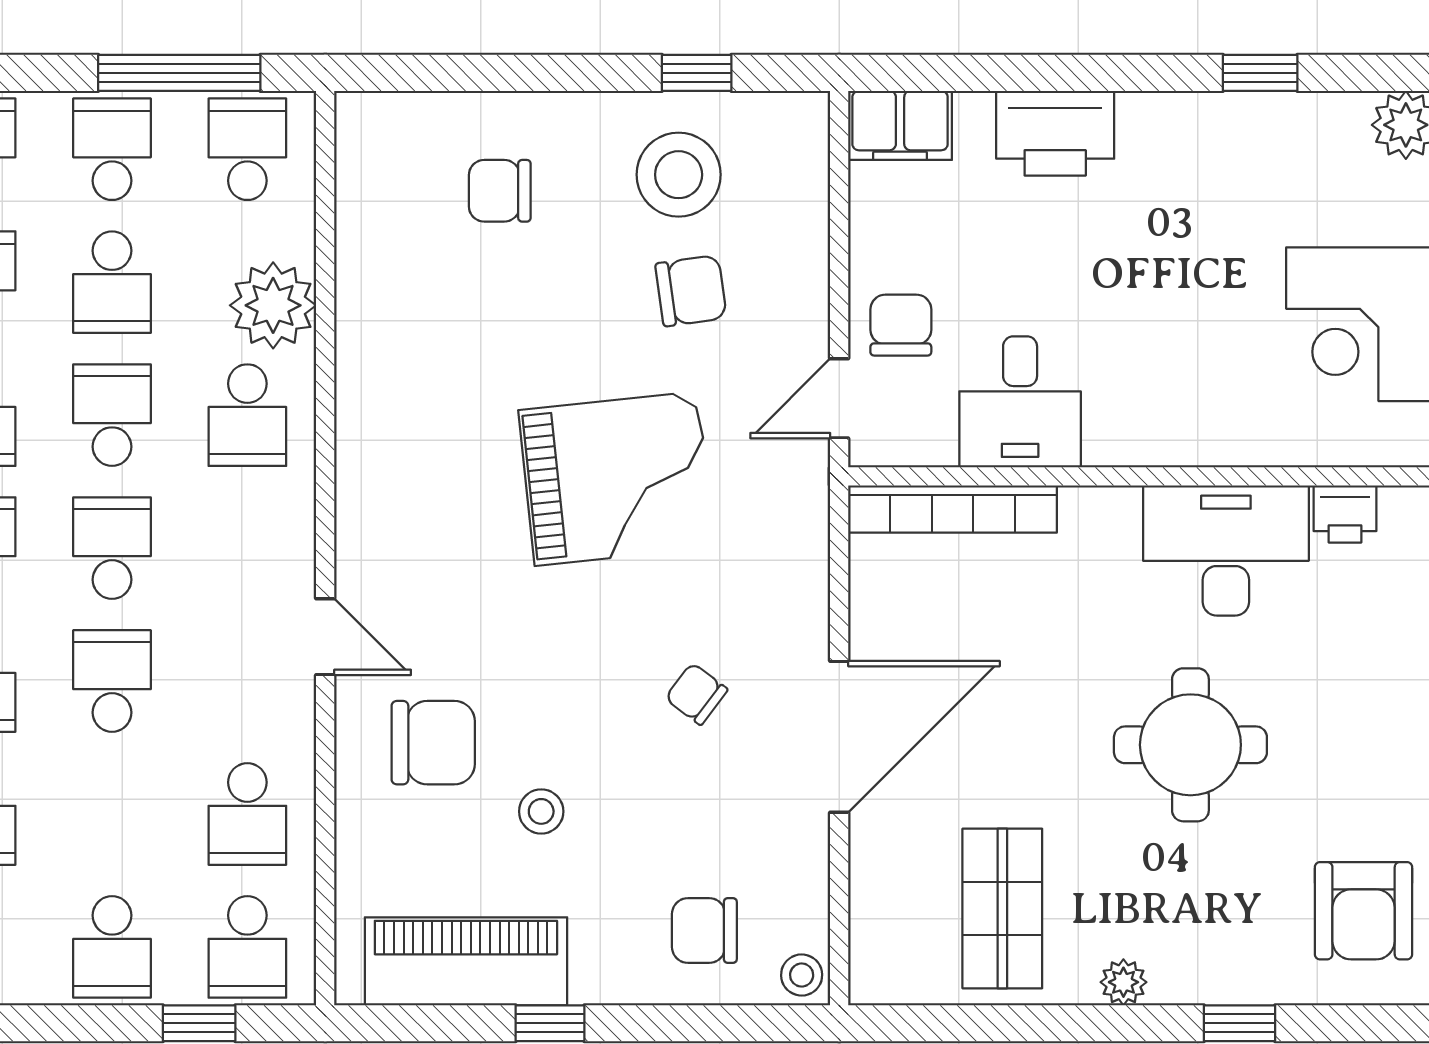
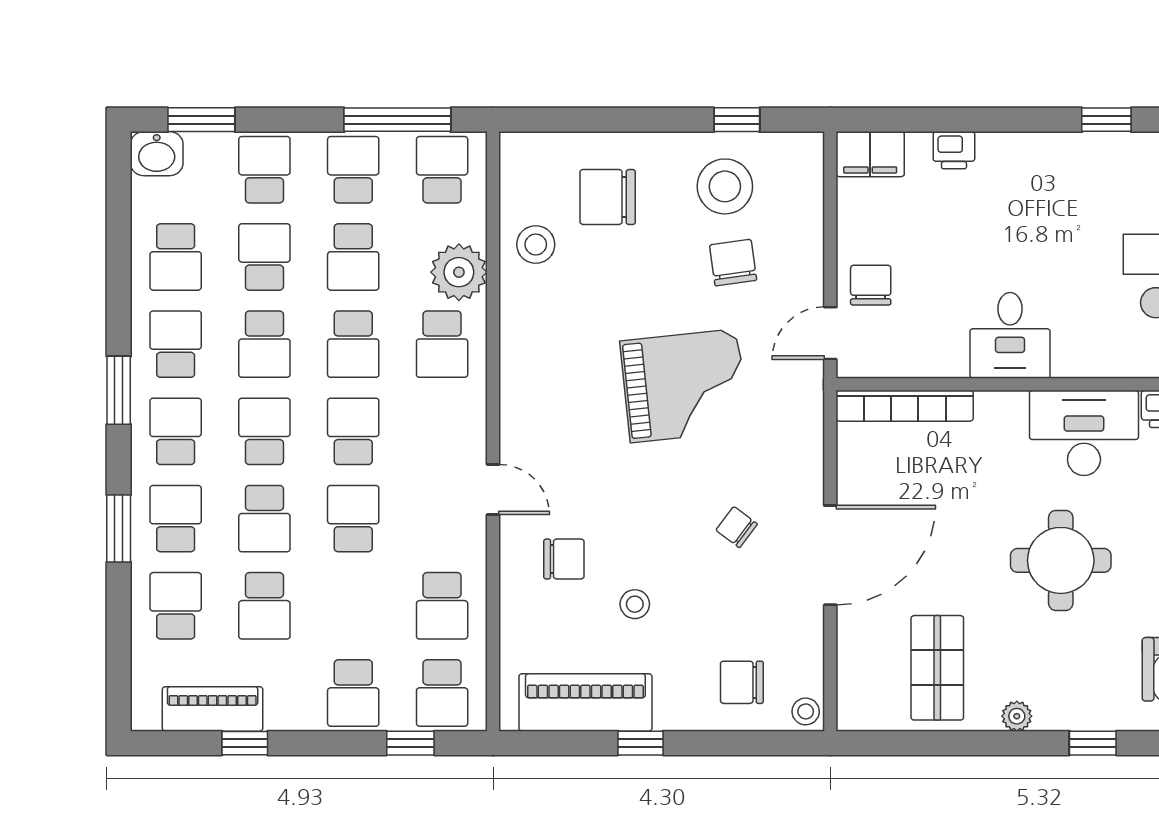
printer: (1055, 133) -> (954, 150), width x0.53, depth x0.68
chair: (500, 191) -> (608, 197), width x1.37, depth x1.37
stool: (390, 263) -> (536, 244), added
chair: (691, 291) -> (733, 263), turned -90
desk: (1020, 402) -> (1010, 335), moved
school desk: (112, 415) -> (353, 344), turned 180
chair: (433, 743) -> (564, 559), width x0.73, depth x0.73

